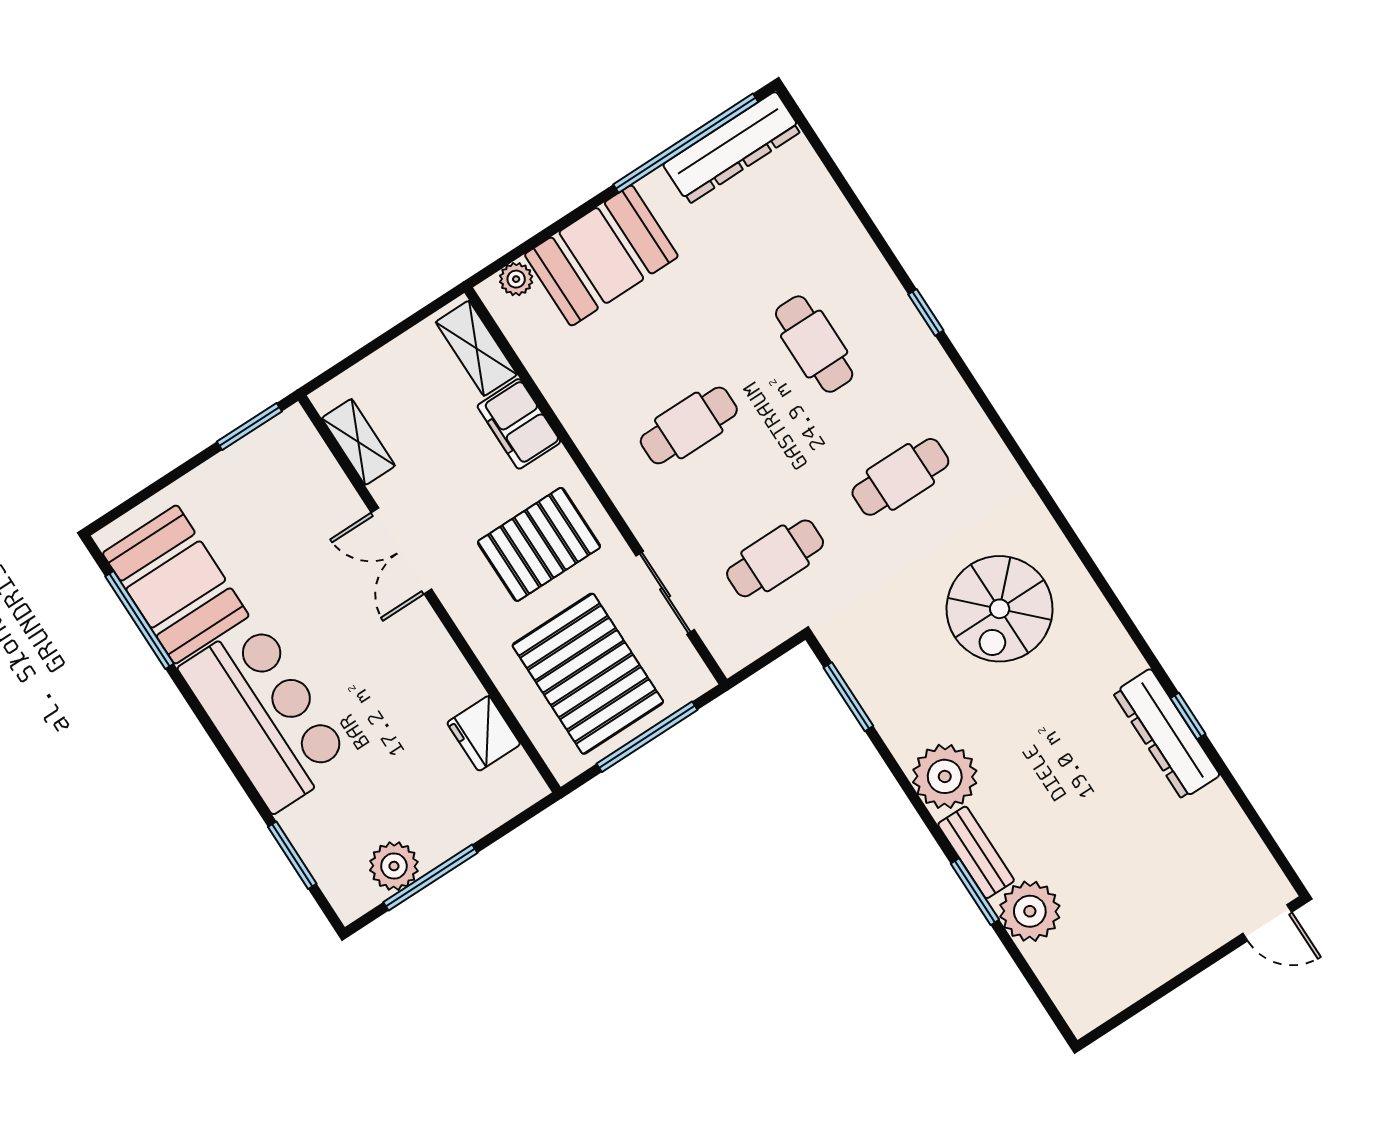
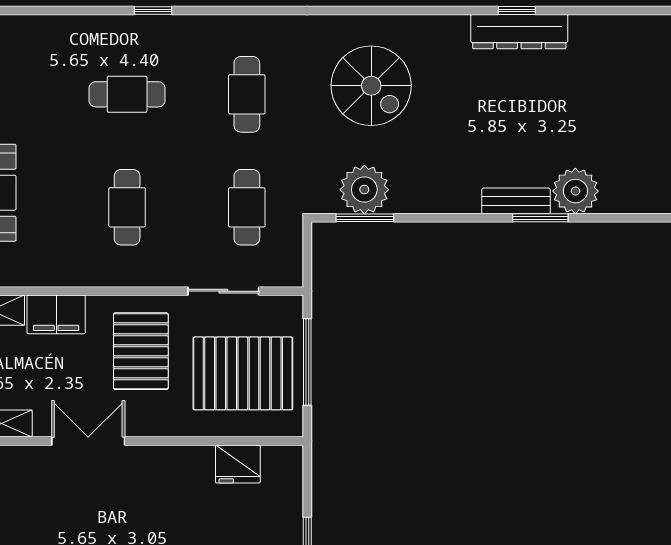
double door: (401, 551) -> (88, 441), swing flipped
plant: (945, 776) -> (364, 190), moved

